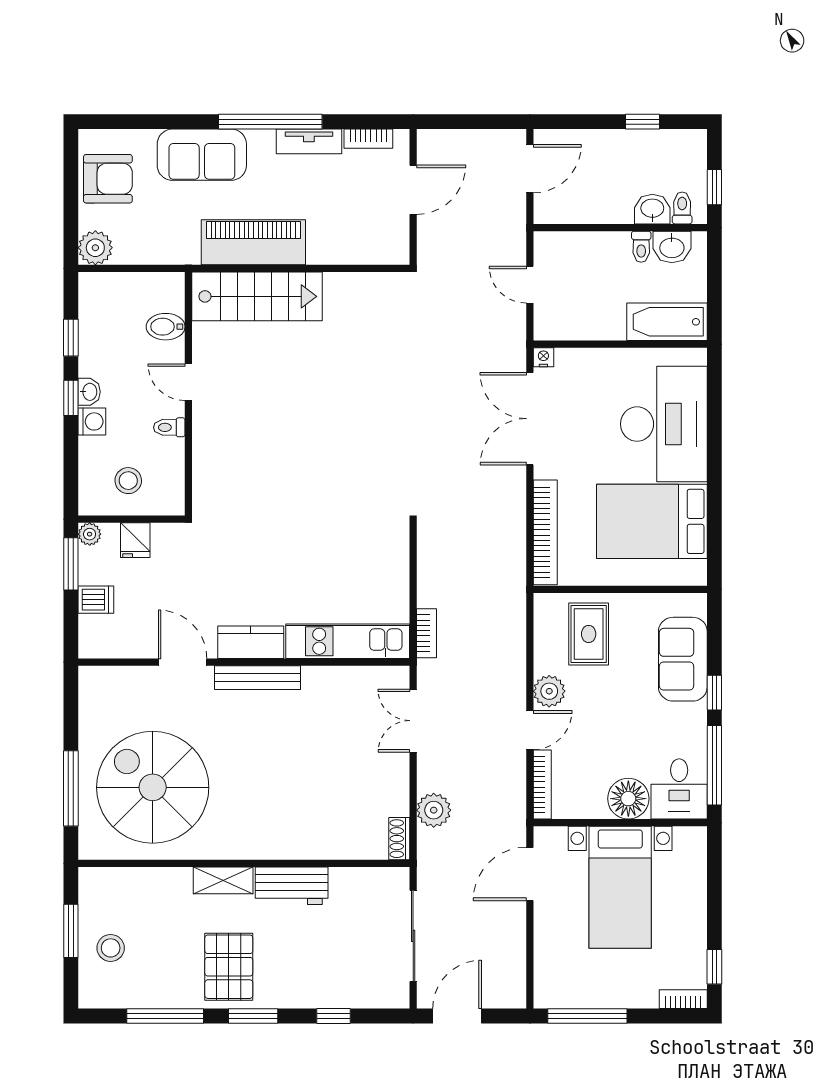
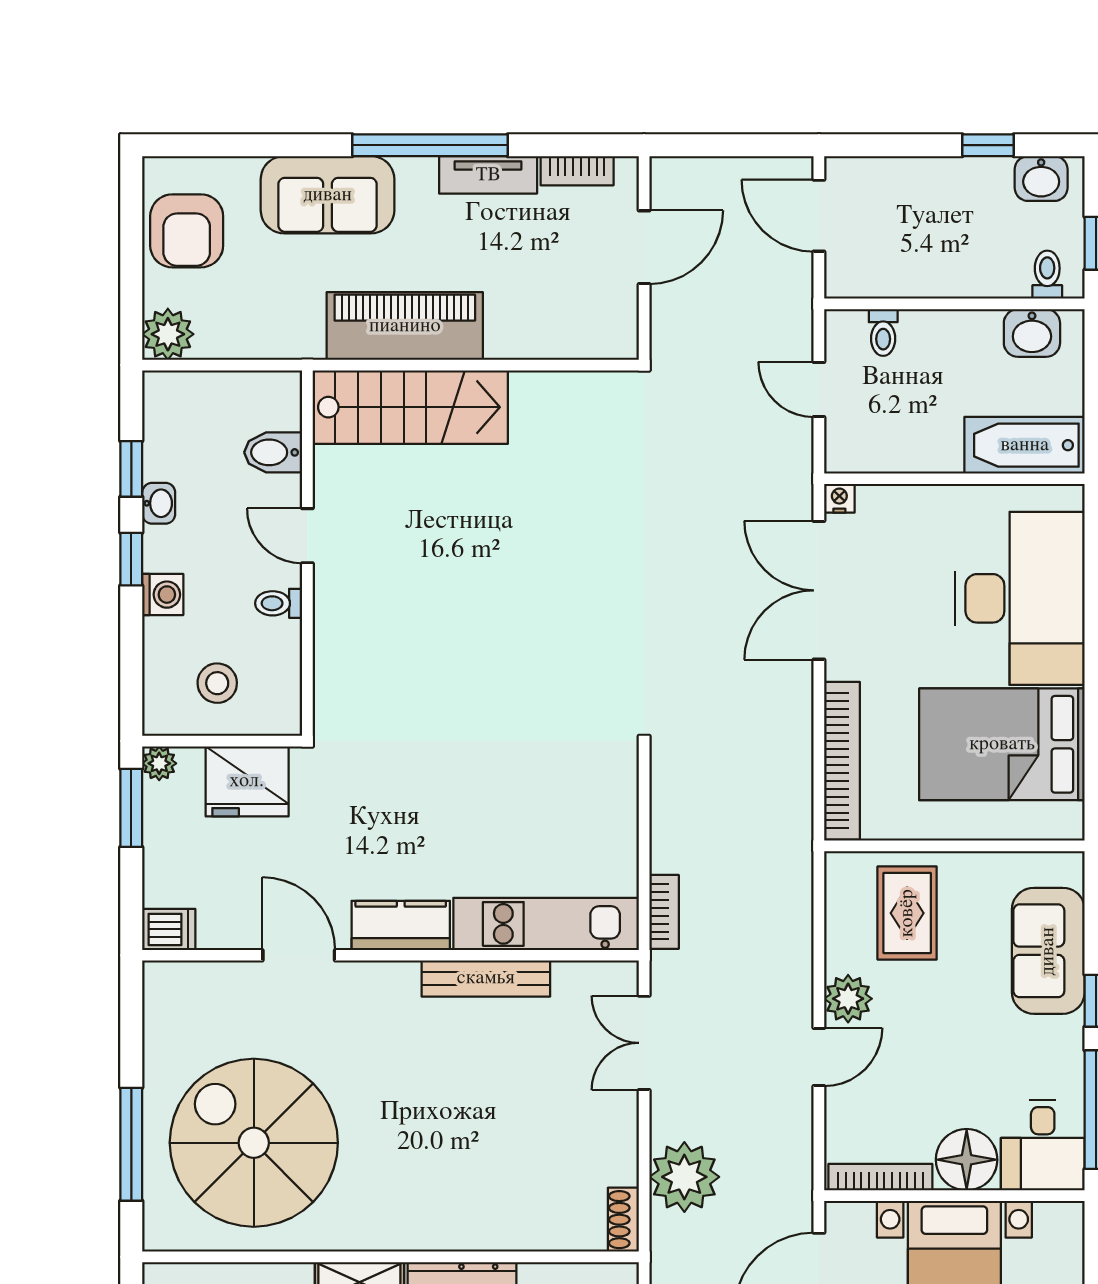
door: (530, 169) -> (819, 216), swing flipped
armchair: (108, 179) -> (187, 231), turned 90
washbasin: (652, 209) -> (1041, 179), moved, turned 180
toilet: (641, 247) -> (883, 333), moved
washbasin: (89, 392) -> (159, 503), moved
fridge: (135, 540) -> (247, 781), width x1.88, depth x1.34
dishwasher: (96, 600) -> (169, 929), moved
bench: (258, 678) -> (486, 978), moved
bookcase: (542, 784) -> (880, 1177), moved, turned -90
plant: (434, 810) -> (684, 1177), width x1.36, depth x1.36

